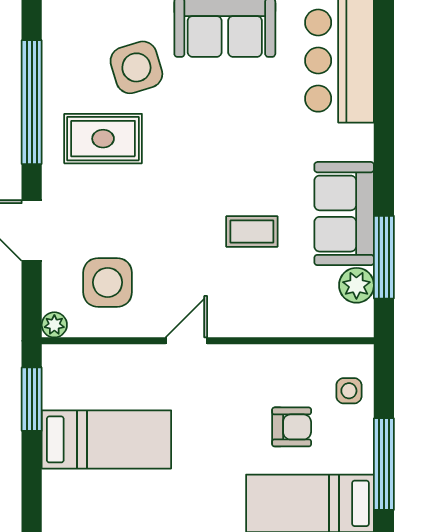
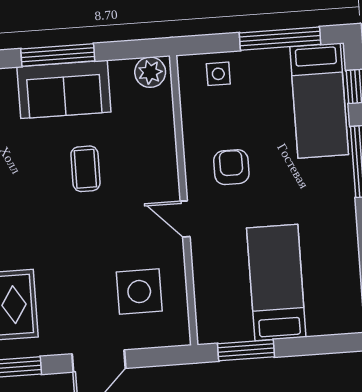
window: (384, 257) -> (58, 55), moved
plant: (356, 285) -> (150, 72), moved
plant: (54, 325) -> (180, 335), removed
armchair: (292, 427) -> (231, 167), moved

